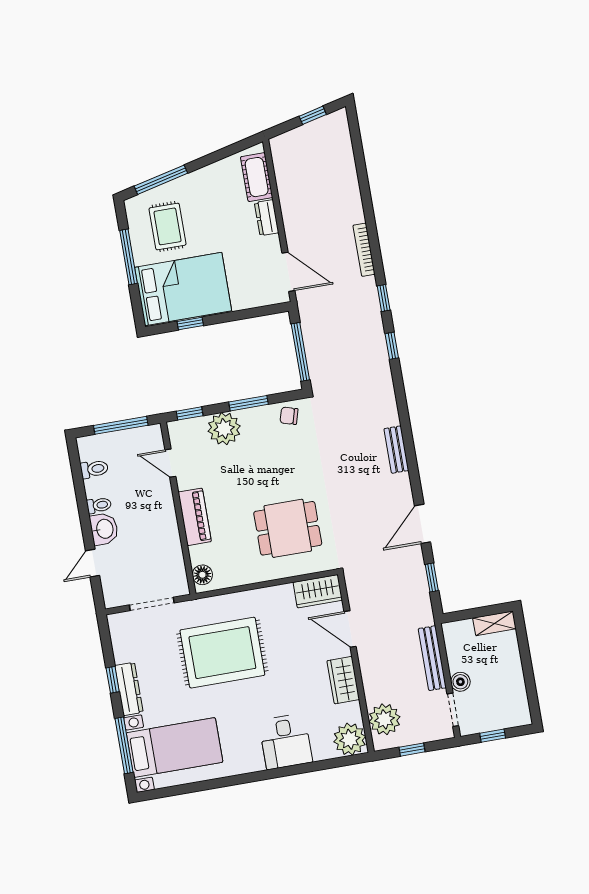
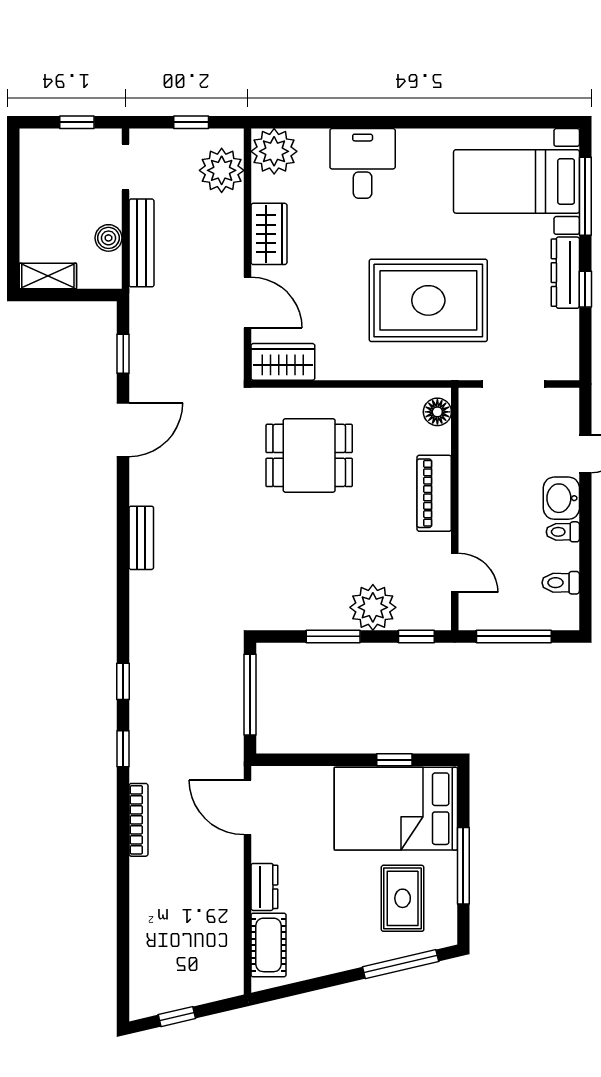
chair: (289, 416) -> (281, 610), removed
boiler: (460, 682) -> (108, 238), moved

